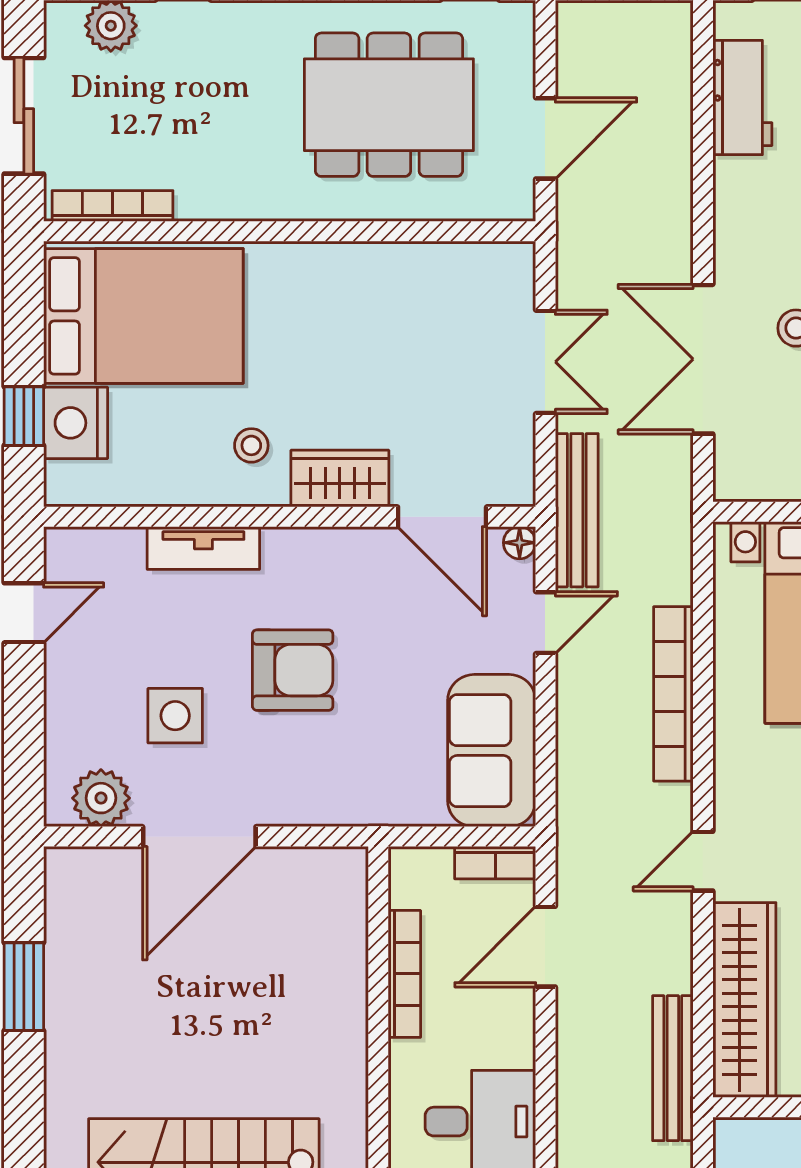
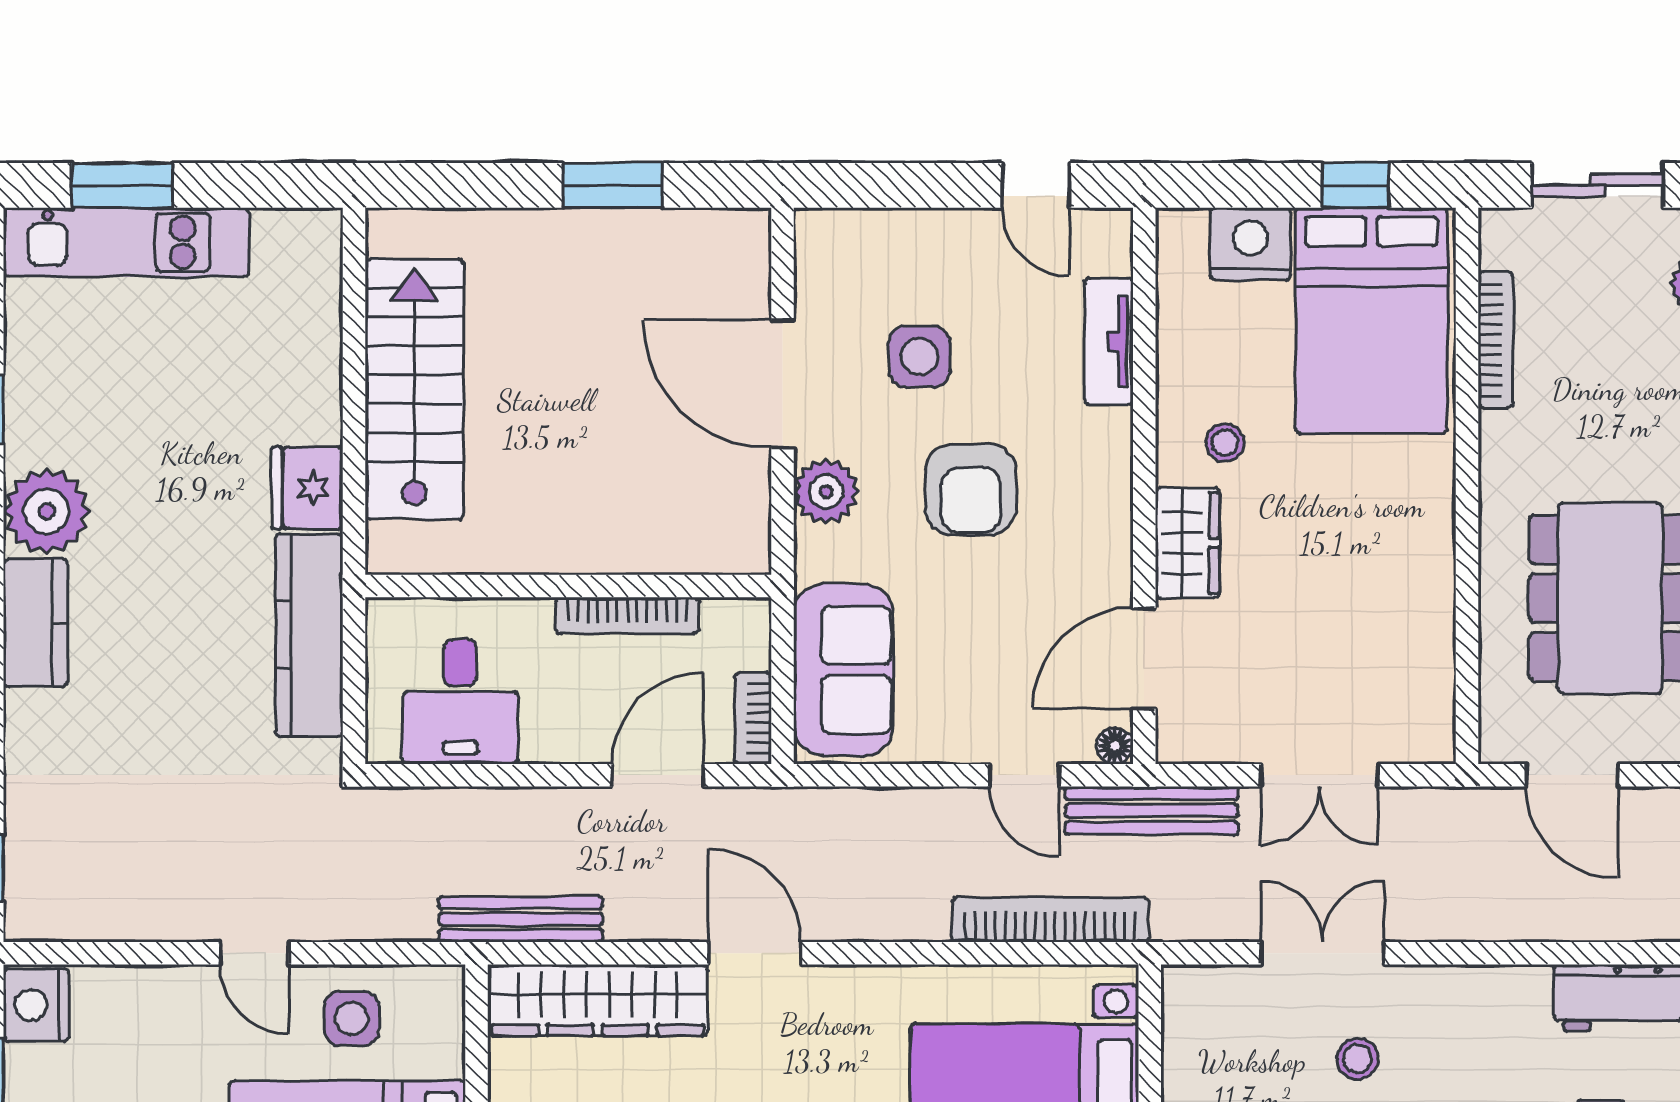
bookcase: (113, 206) -> (1496, 340), moved
double door: (703, 359) -> (1322, 953), width x0.73
window: (24, 416) -> (1355, 185), moved
tv unit: (203, 548) -> (1109, 341), moved
bookcase: (673, 694) -> (1050, 920), moved
sofa: (492, 751) -> (843, 670), moved, turned 90
plant: (101, 798) -> (826, 492), moved
door: (703, 861) -> (755, 953), width x1.38
door: (545, 947) -> (658, 775), hinge flipped

